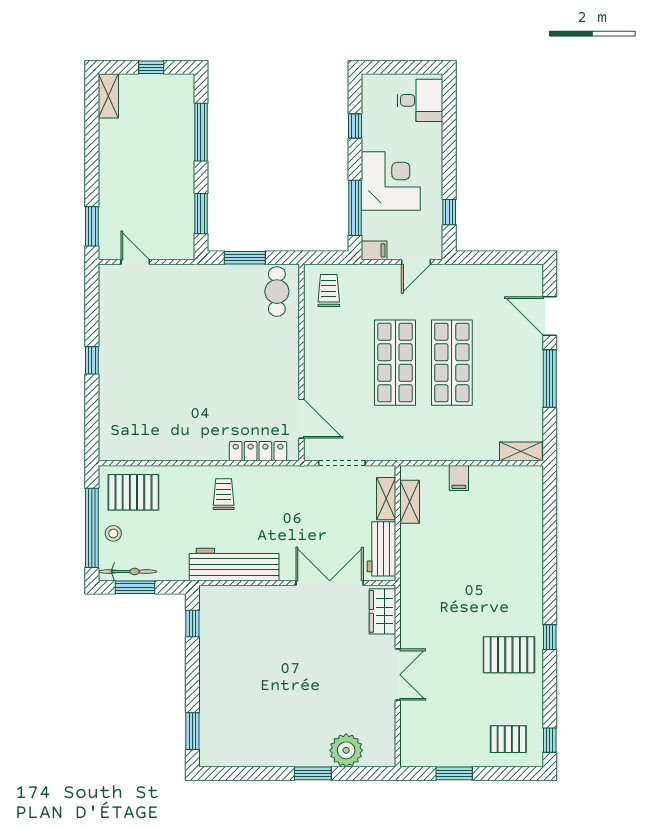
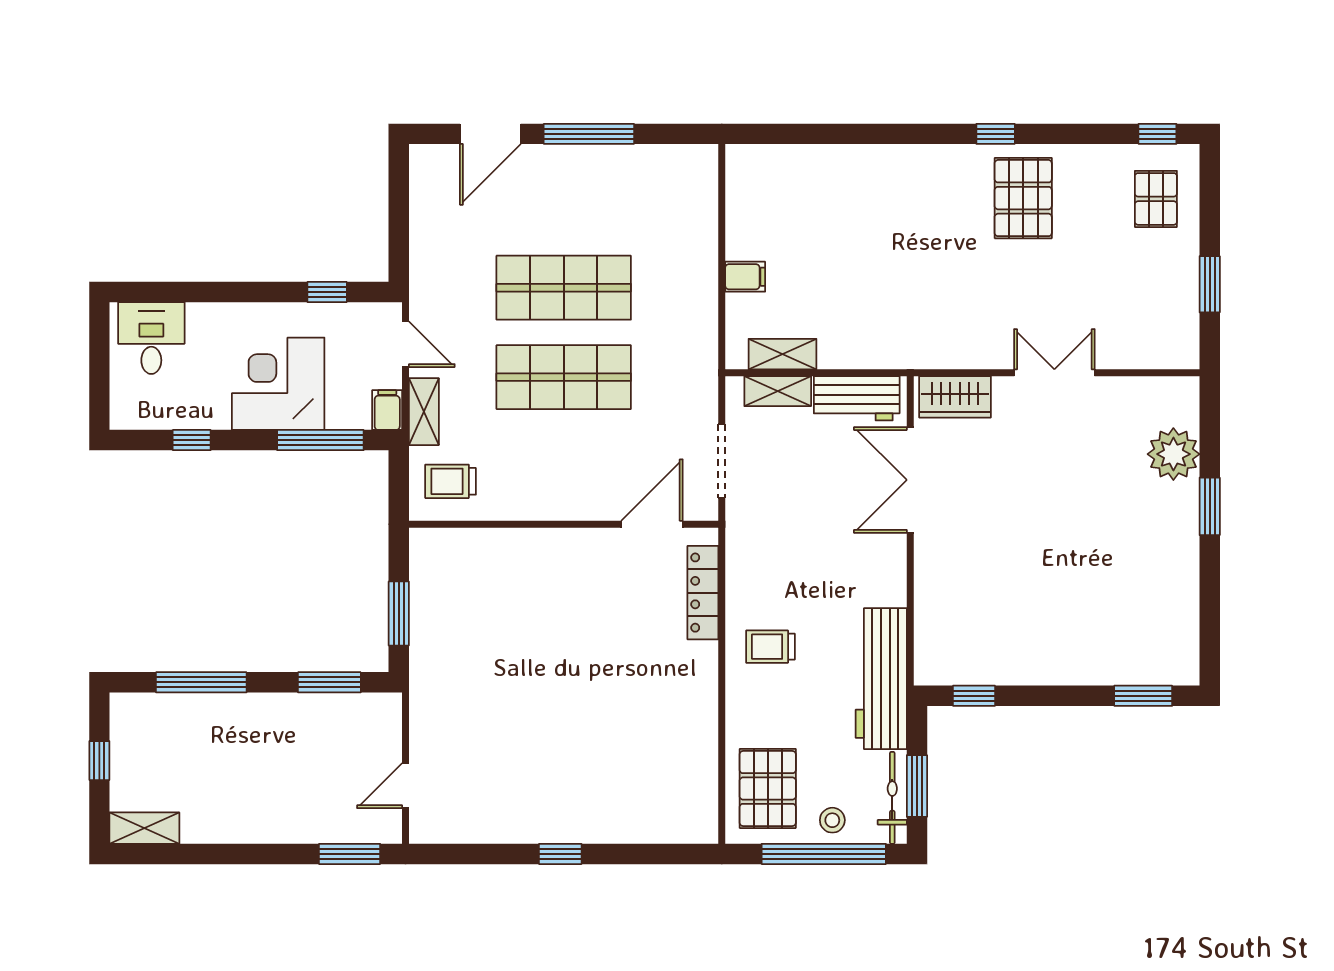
cafe table: (277, 292) -> (452, 563), removed
shelving: (521, 451) -> (424, 412), moved
workbench: (234, 564) -> (881, 679), moved

